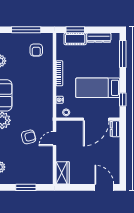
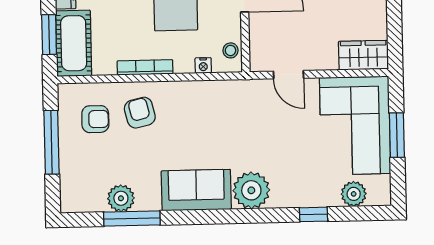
cot: (75, 39) -> (74, 43), width x1.37, depth x1.34
armchair: (29, 137) -> (140, 113), moved
corner sofa: (31, 168) -> (355, 126), added

